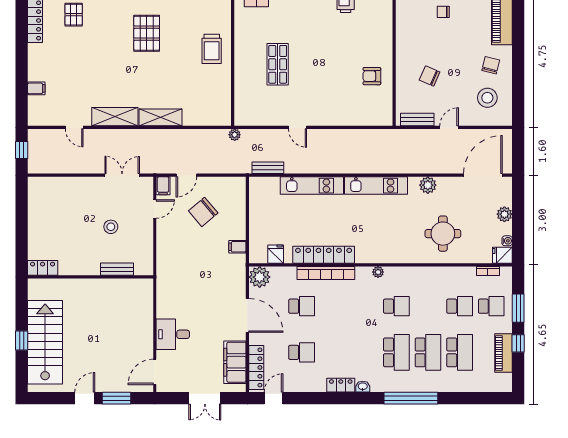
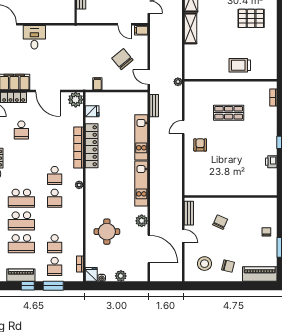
armchair: (372, 76) -> (200, 145), moved
door: (186, 175) -> (149, 77), moved
door: (483, 175) -> (149, 249), moved
school desk: (302, 306) -> (55, 175), moved
door: (247, 315) -> (48, 91), hinge flipped

